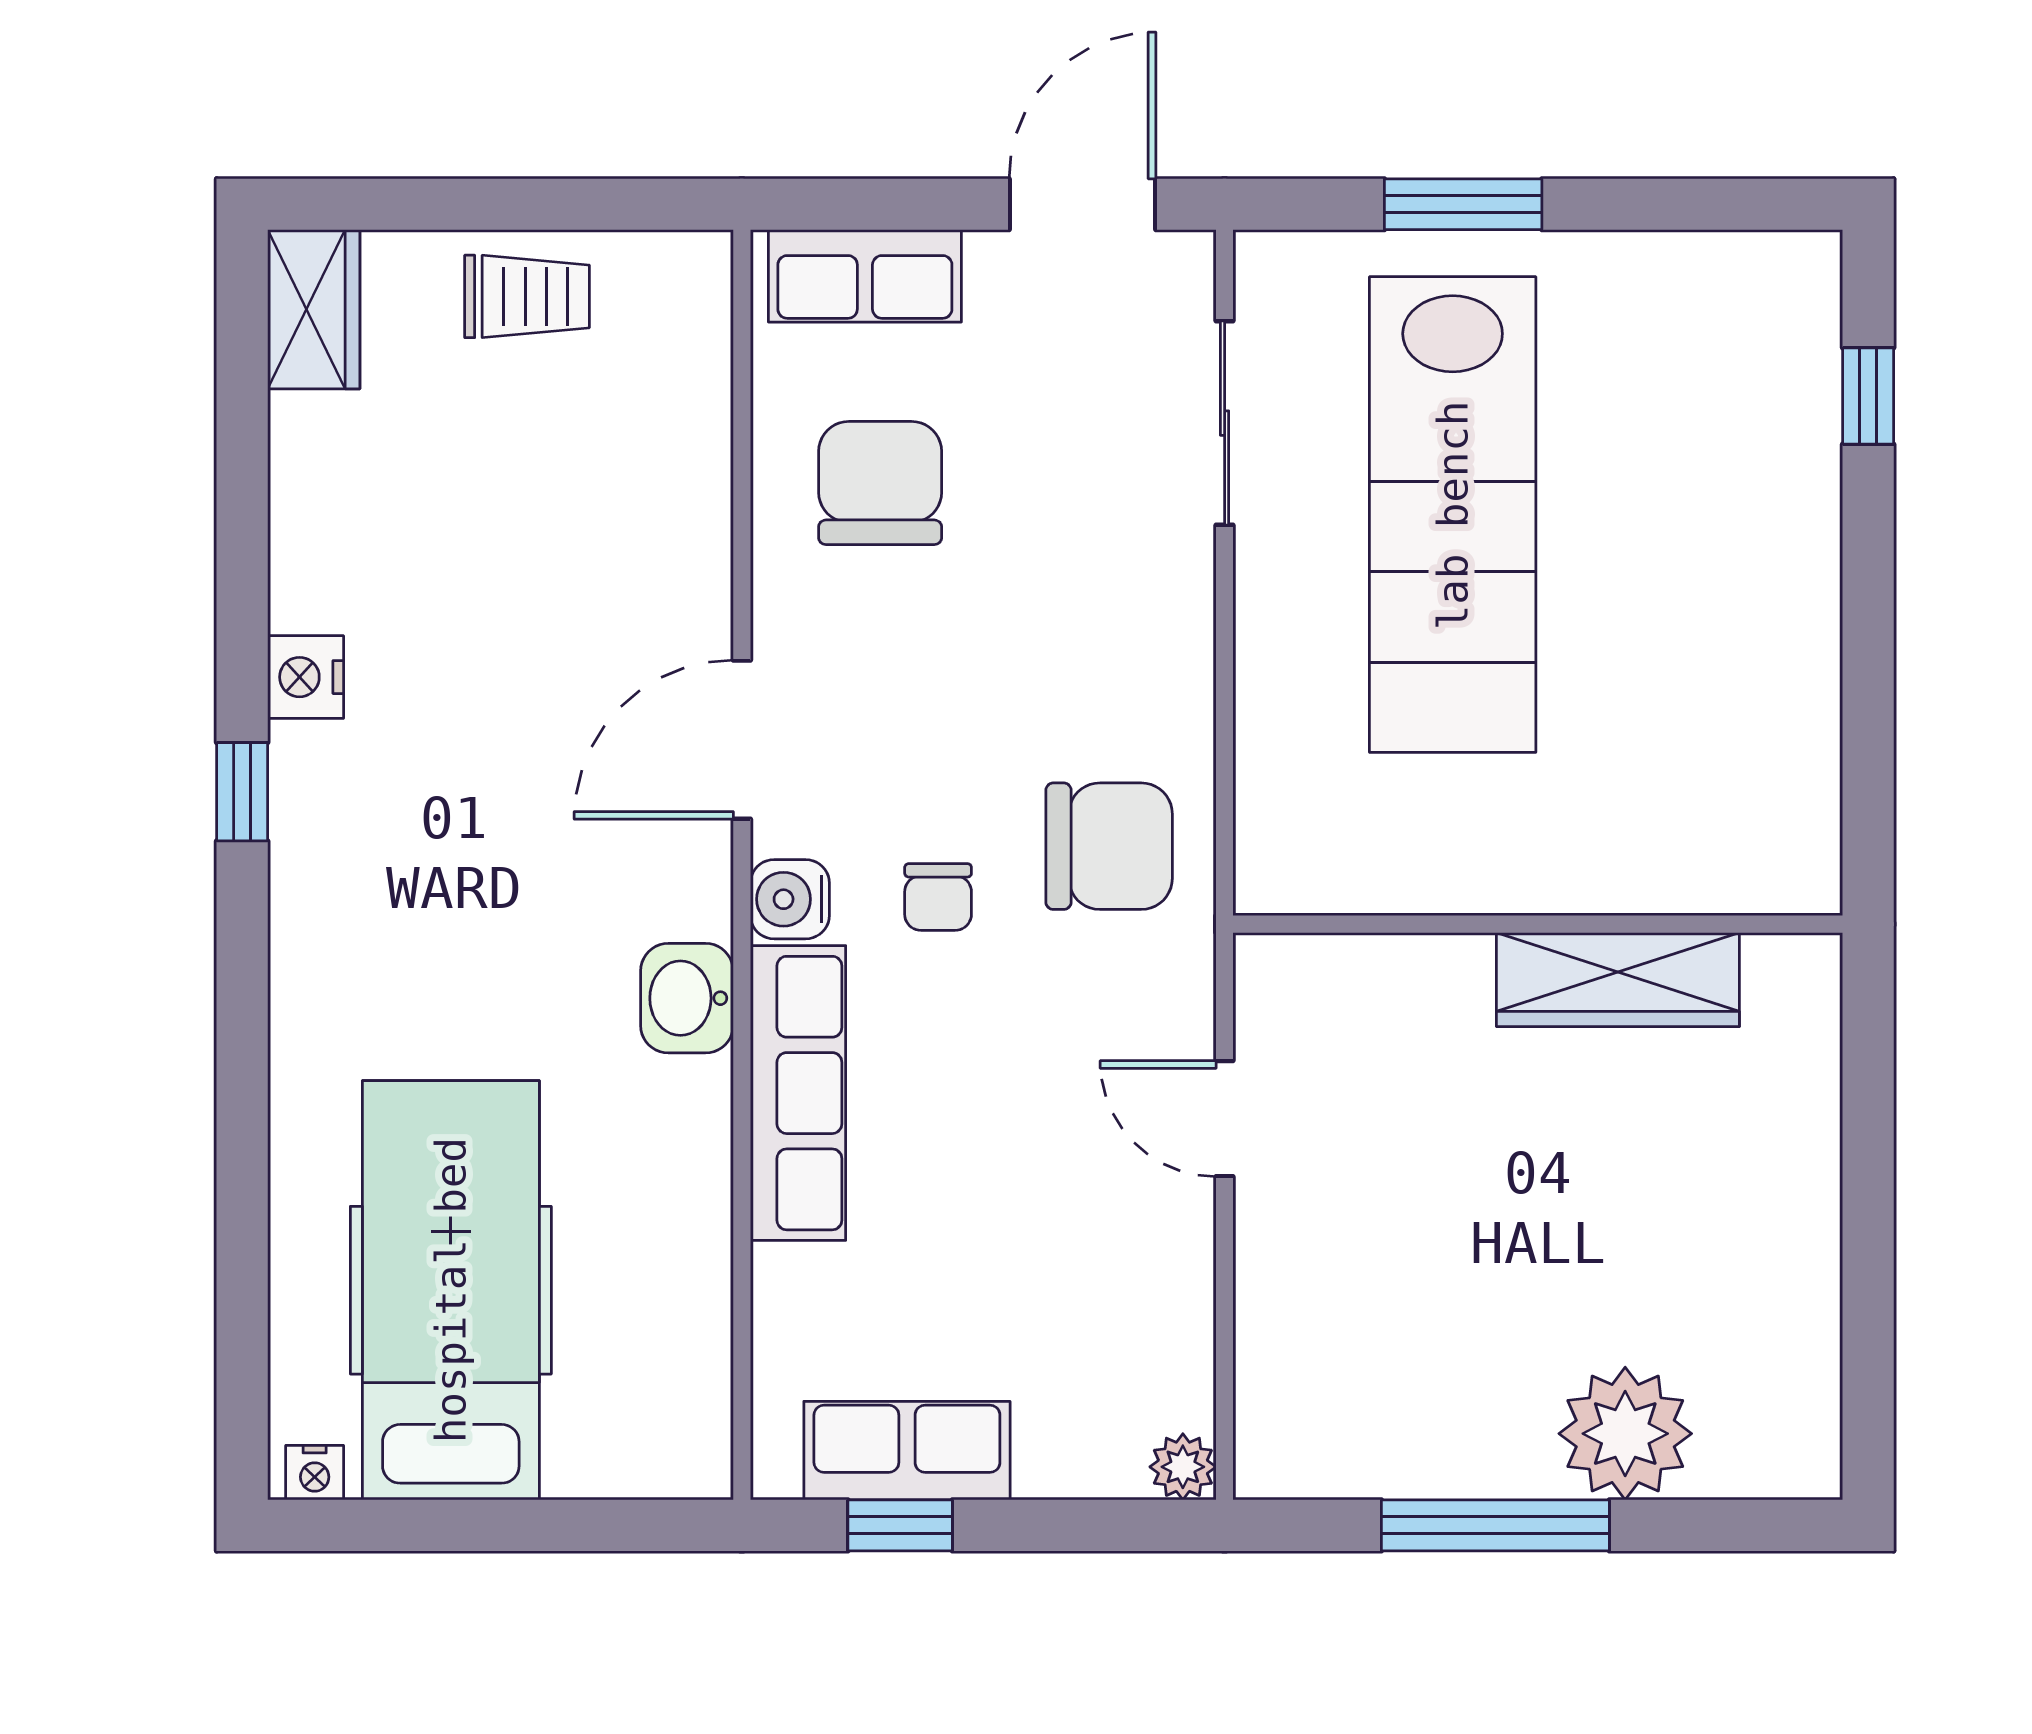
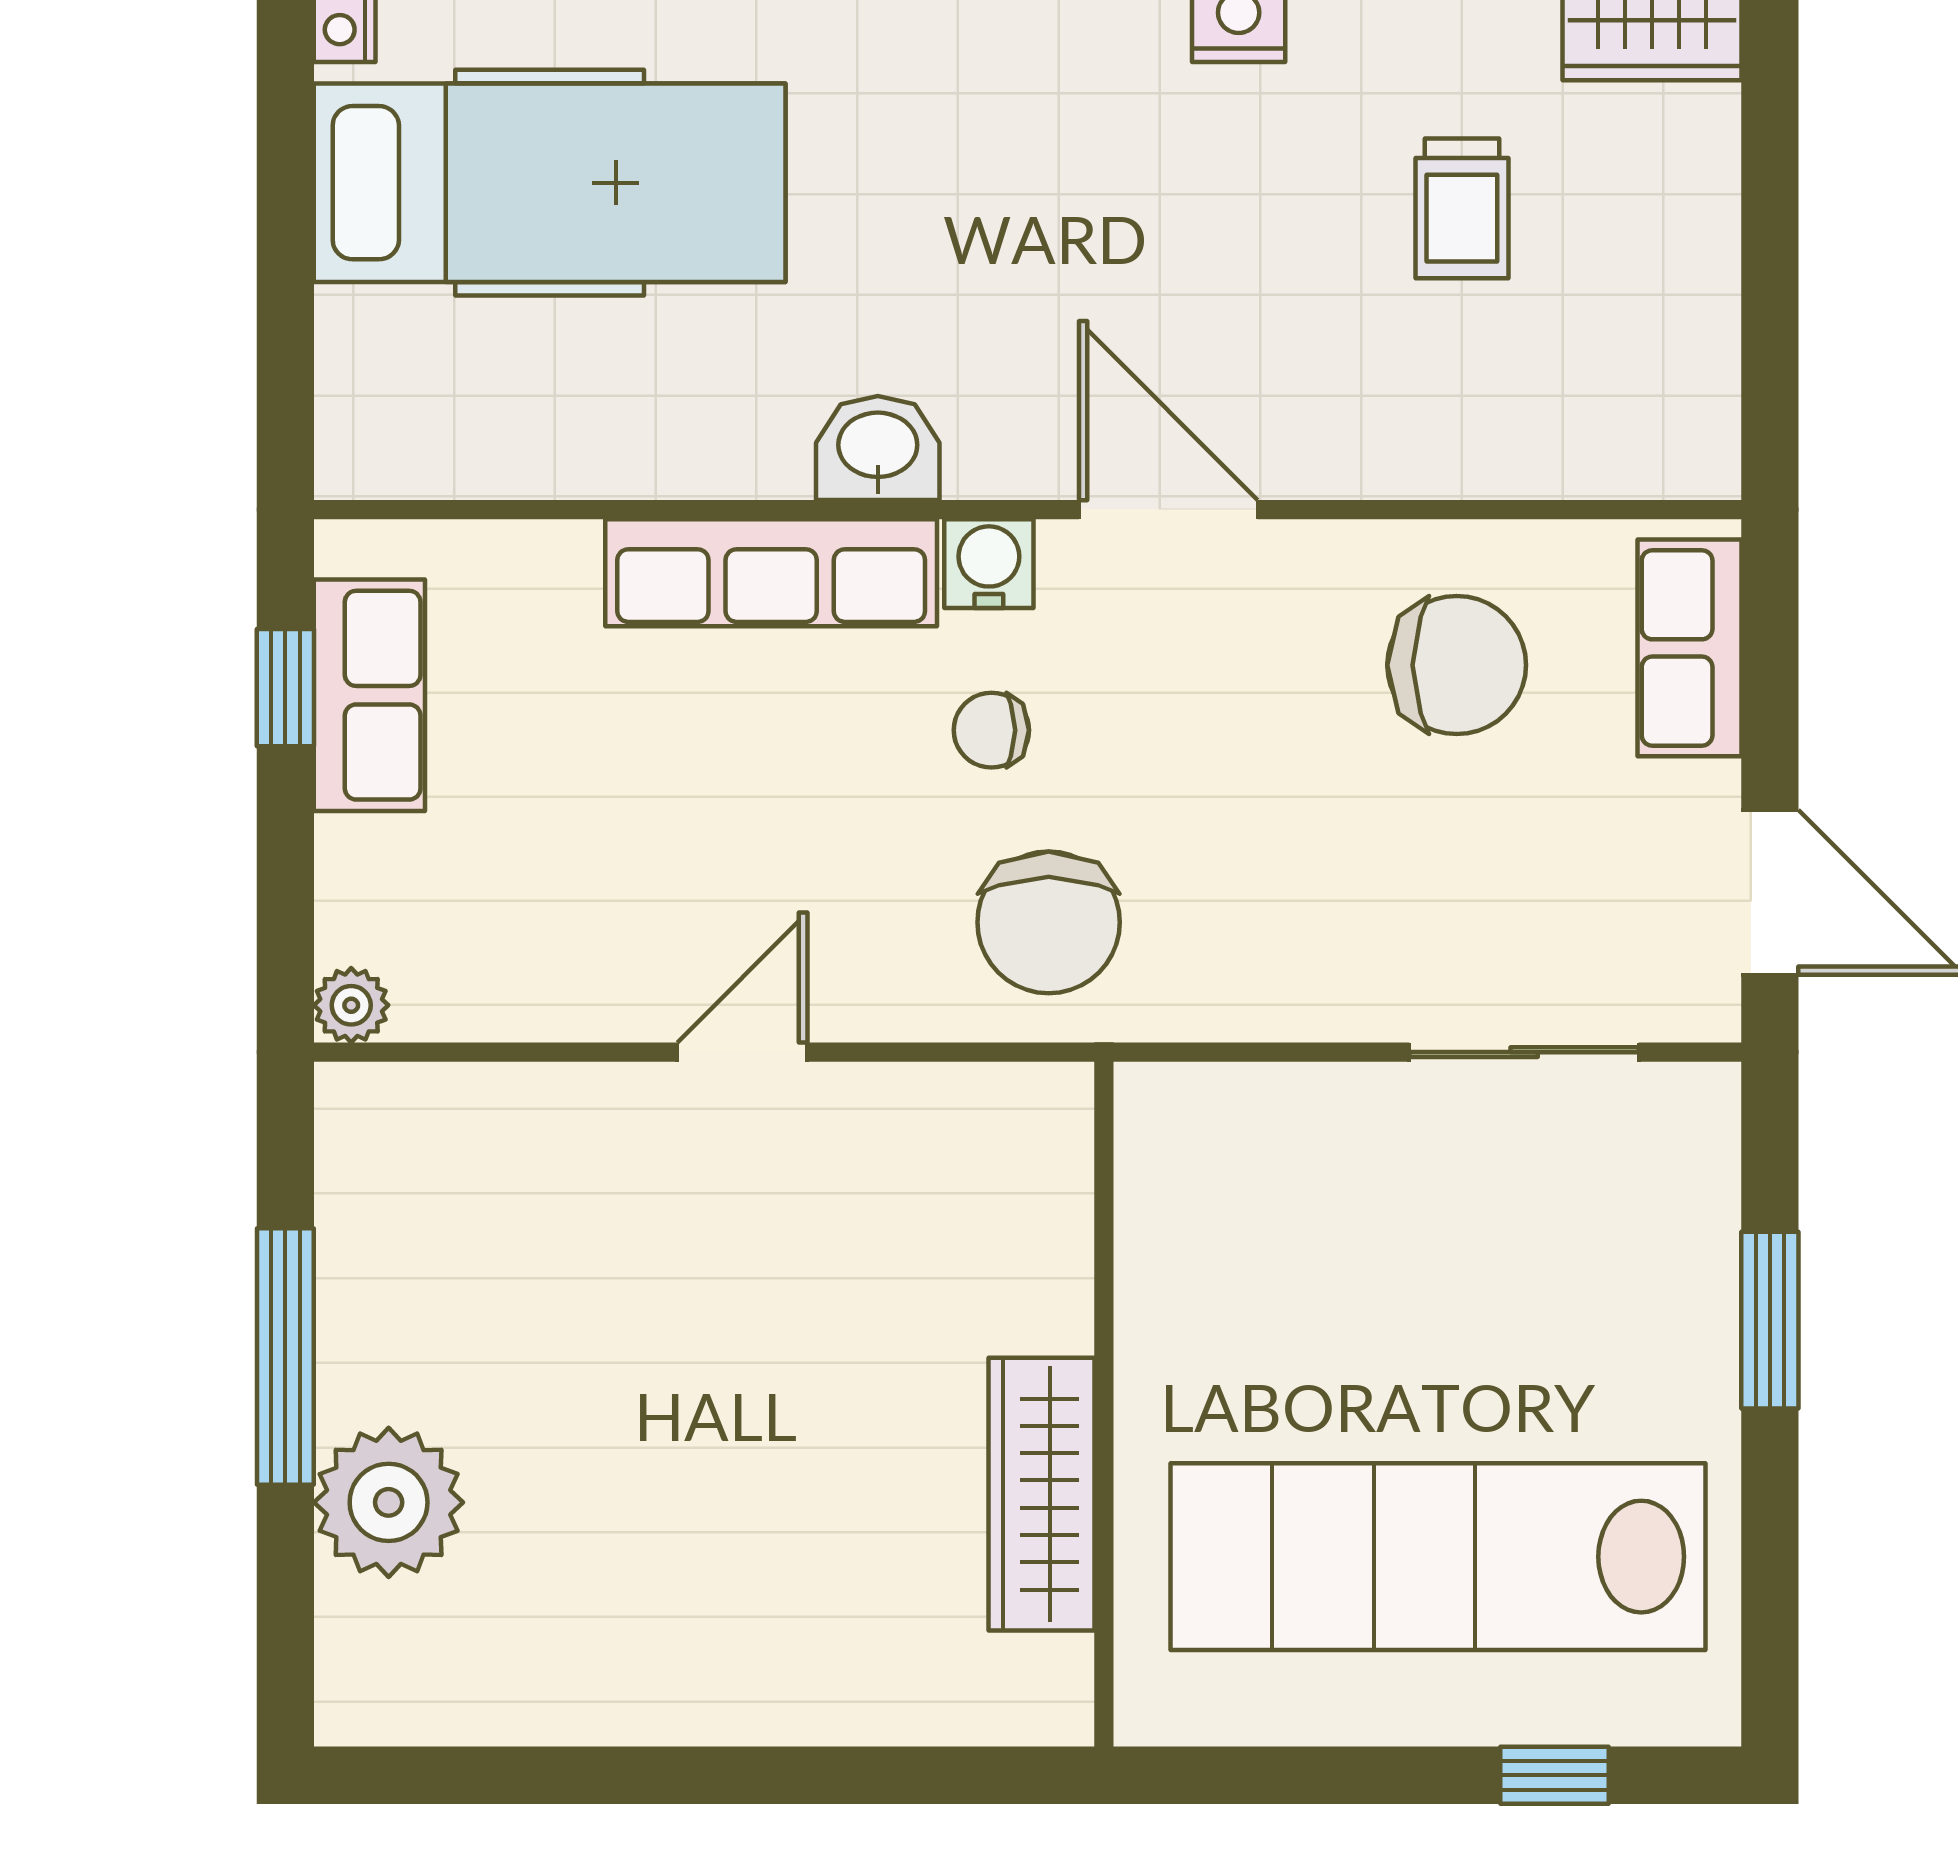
trolley: (527, 296) -> (1462, 208), moved
lab bench: (1453, 515) -> (1438, 1557), moved
wall: (1538, 924) -> (1104, 1404), moved
wardrobe: (1618, 980) -> (1041, 1494), moved

